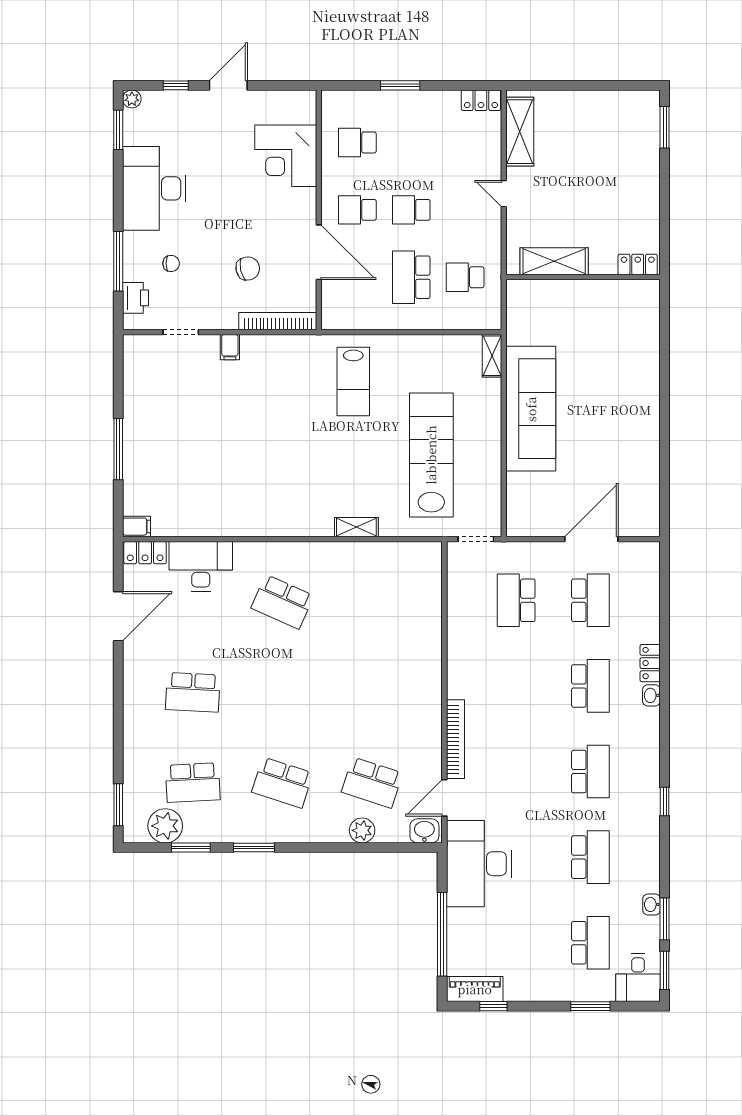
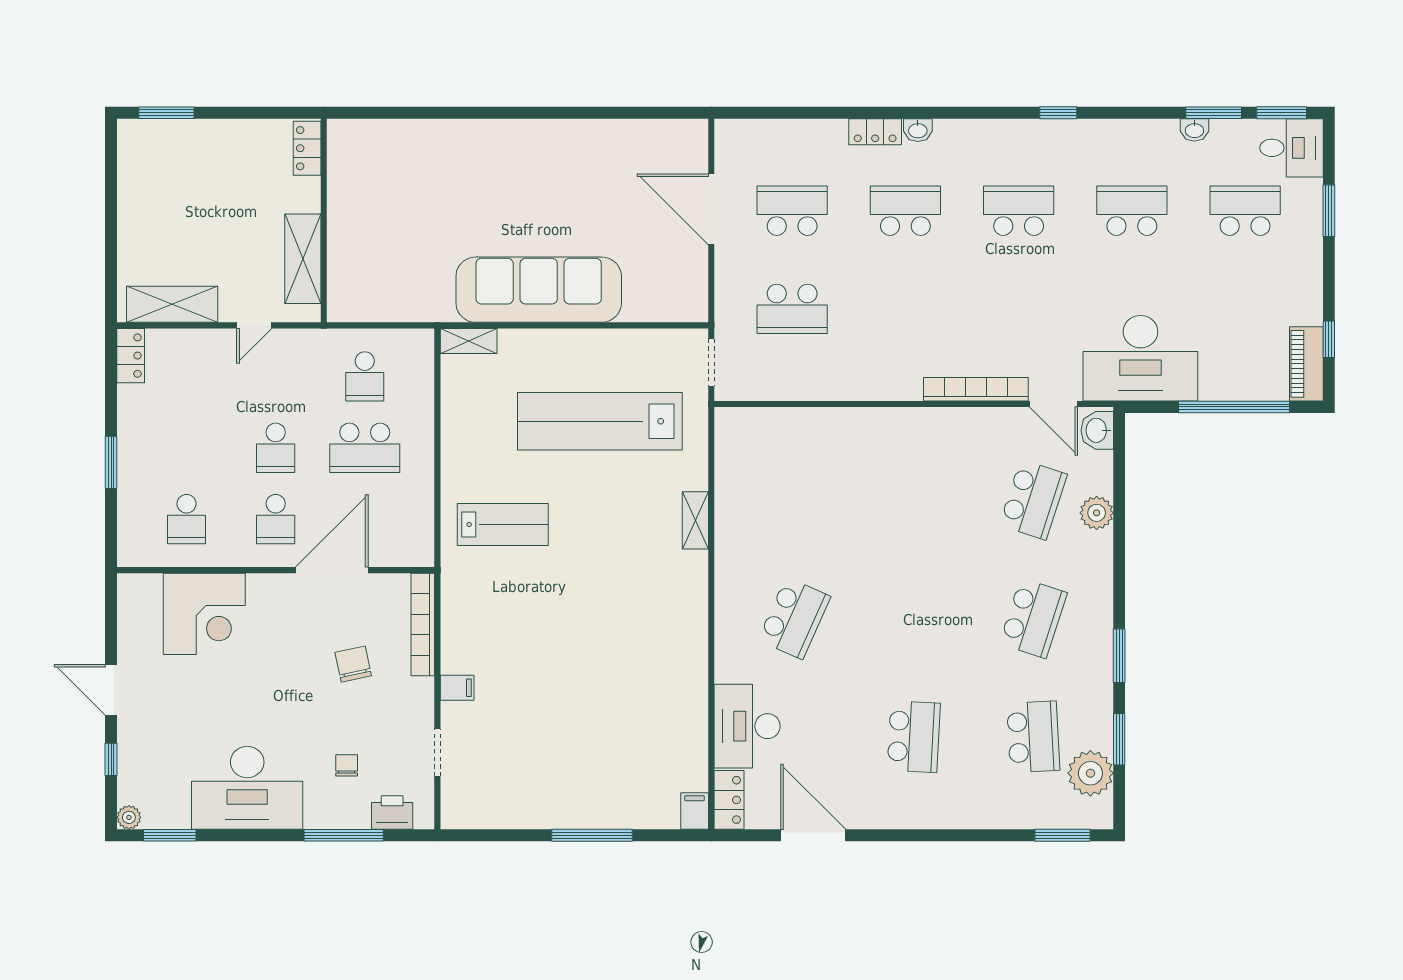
shelving: (554, 261) -> (303, 259), moved
locker: (638, 264) -> (307, 148), moved
wall: (583, 277) -> (324, 221), moved

